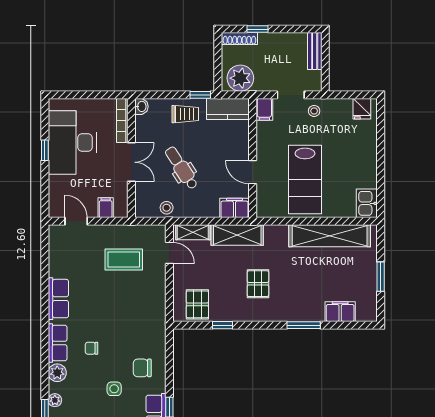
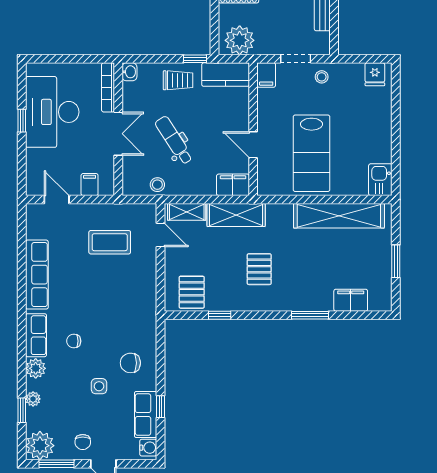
row of seats: (58, 299) -> (37, 275), width x1.48

